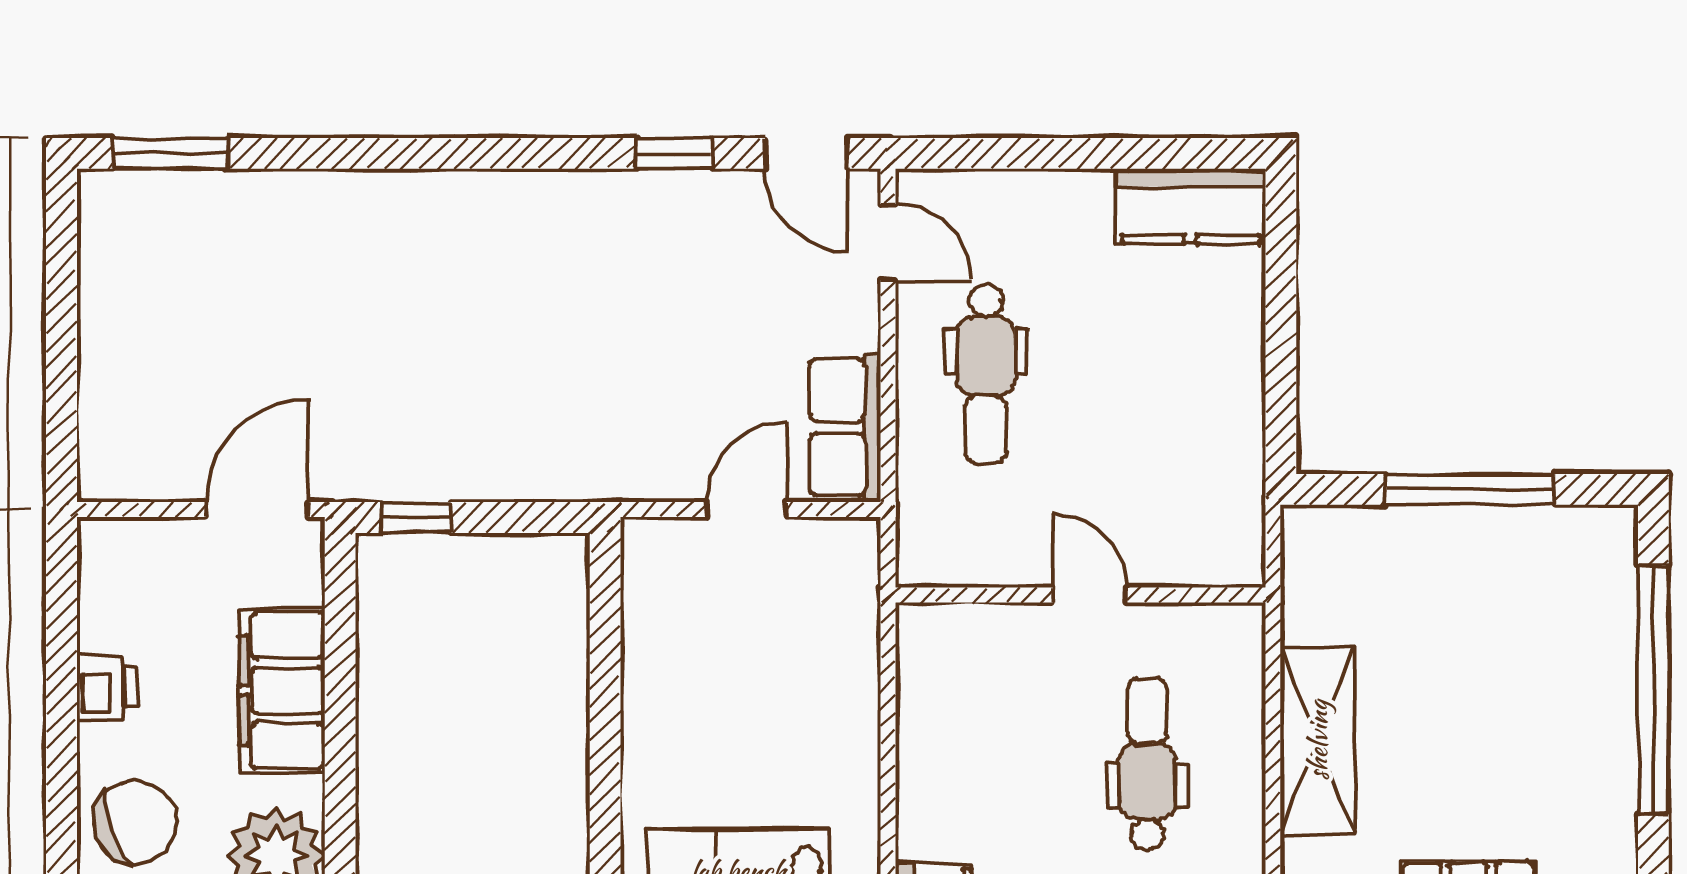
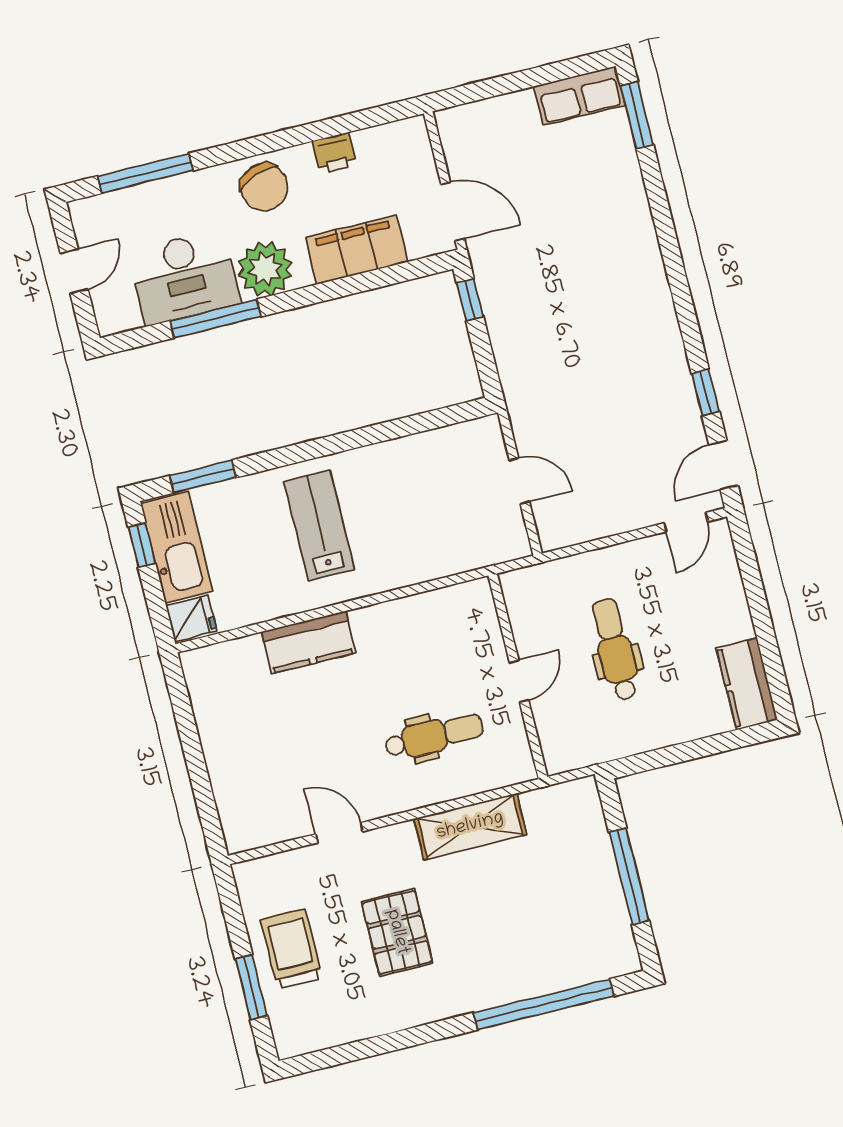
dental chair: (986, 374) -> (615, 649), moved, turned 90
row of seats: (845, 428) -> (580, 96), moved, turned 180

